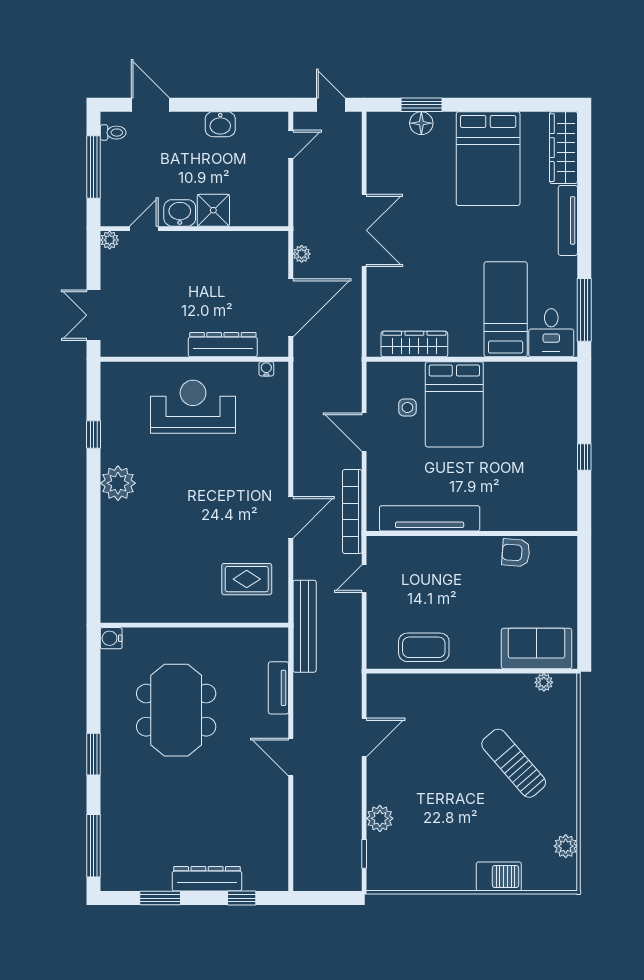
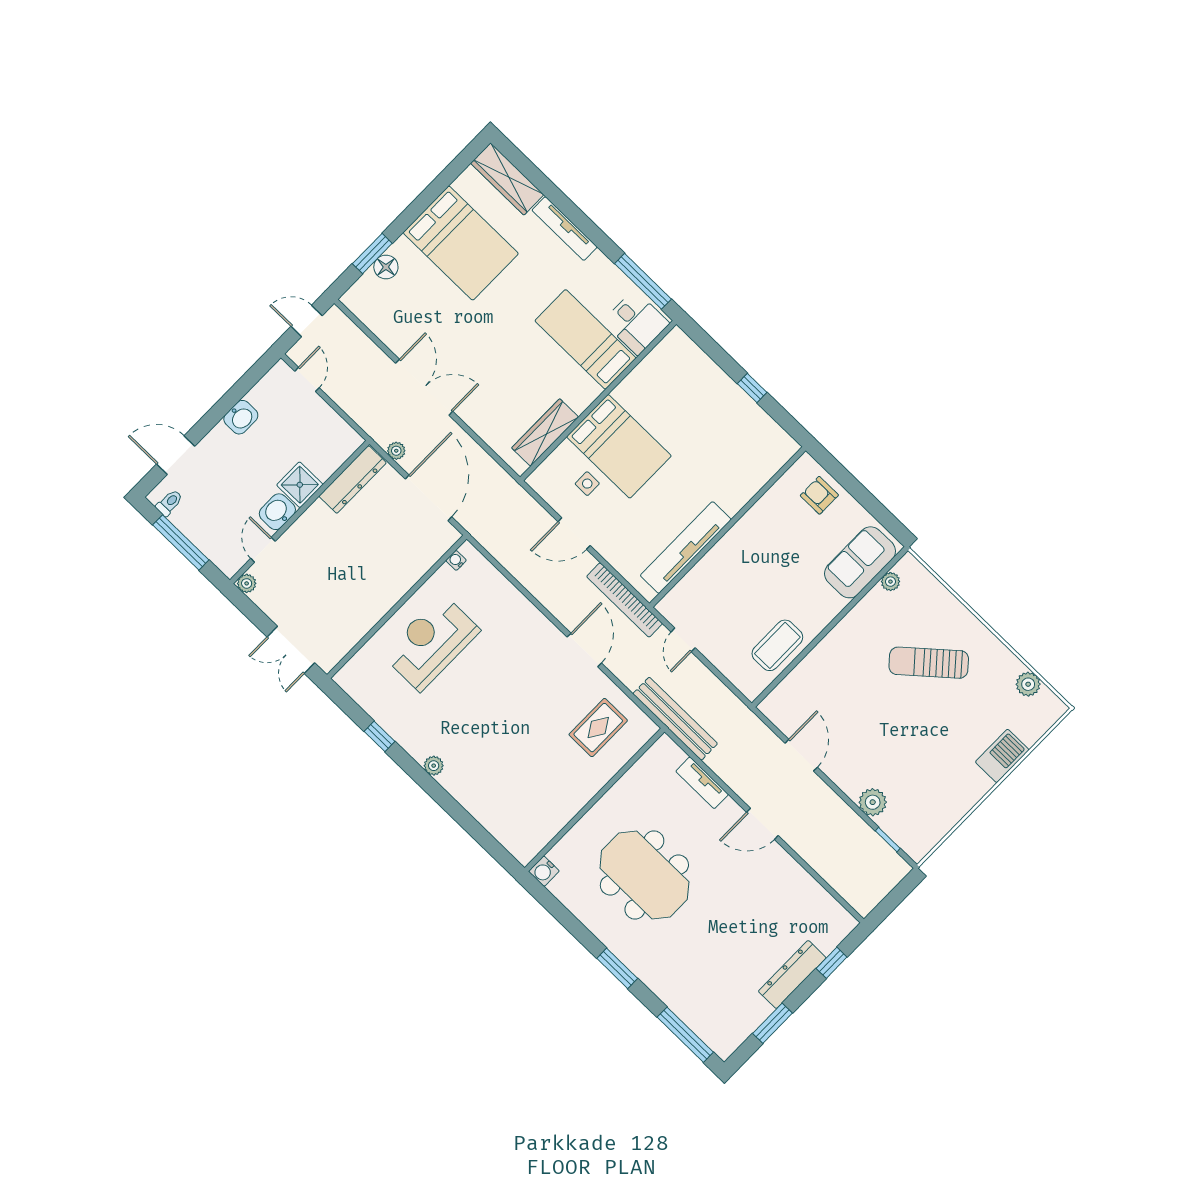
dresser: (223, 345) -> (353, 479), moved, turned 180
plant: (118, 483) -> (434, 766), width x0.53, depth x0.53
armchair: (516, 553) -> (819, 495), moved, turned 86

